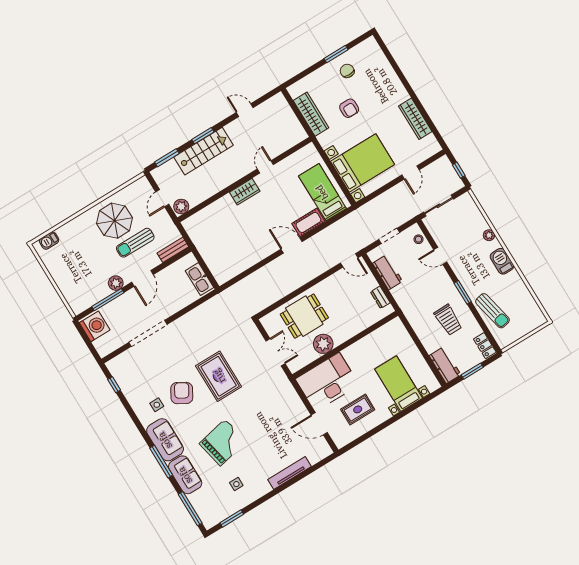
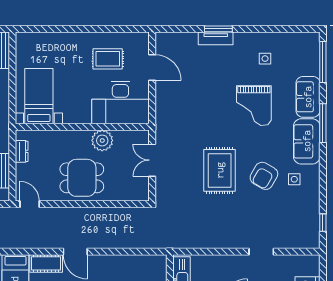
dining table: (304, 316) -> (82, 178), moved
doorway: (148, 333) -> (261, 252), width x0.53
bed with nightstands: (399, 384) -> (39, 96), moved, turned 180
grand piano: (223, 442) -> (254, 106), turned -78
tv unit: (289, 473) -> (216, 38), width x0.71
window: (232, 518) -> (218, 29), moved

